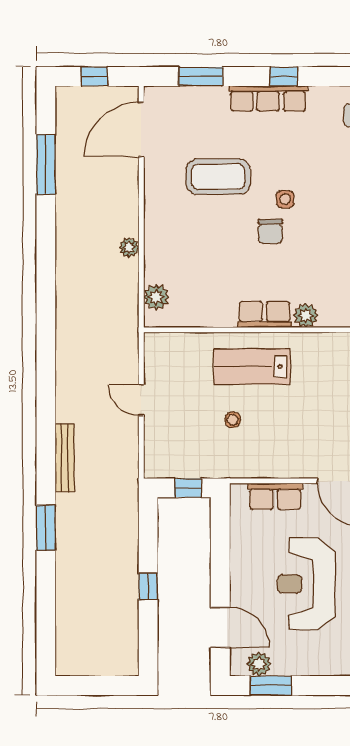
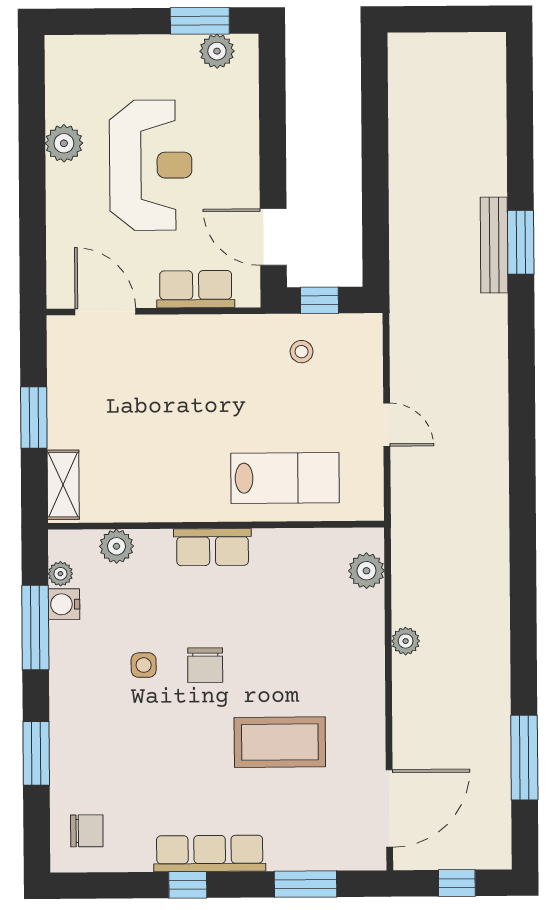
side table: (285, 199) -> (144, 665), moved
chair: (270, 231) -> (205, 665), turned 180
plant: (306, 315) -> (116, 546), moved
lab bench: (252, 367) -> (285, 478), moved
stool: (233, 420) -> (302, 352), moved
bench: (65, 458) -> (494, 245), moved
window: (148, 587) -> (375, 160), removed
door: (220, 627) -> (273, 237), moved

